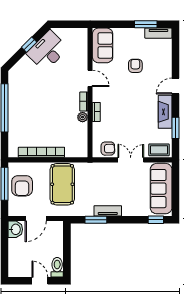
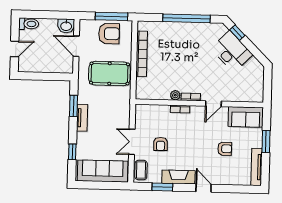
window: (146, 24) -> (266, 142), moved
tv unit: (158, 33) -> (257, 167), width x1.41
window: (29, 45) -> (237, 33), moved
desk: (47, 51) -> (232, 51), moved
armchair: (108, 149) -> (161, 144), moved
double door: (131, 160) -> (132, 142), swing flipped
armchair: (22, 186) -> (109, 34), turned 180
window: (156, 220) -> (72, 152), moved
toilet: (57, 267) -> (29, 24), moved

